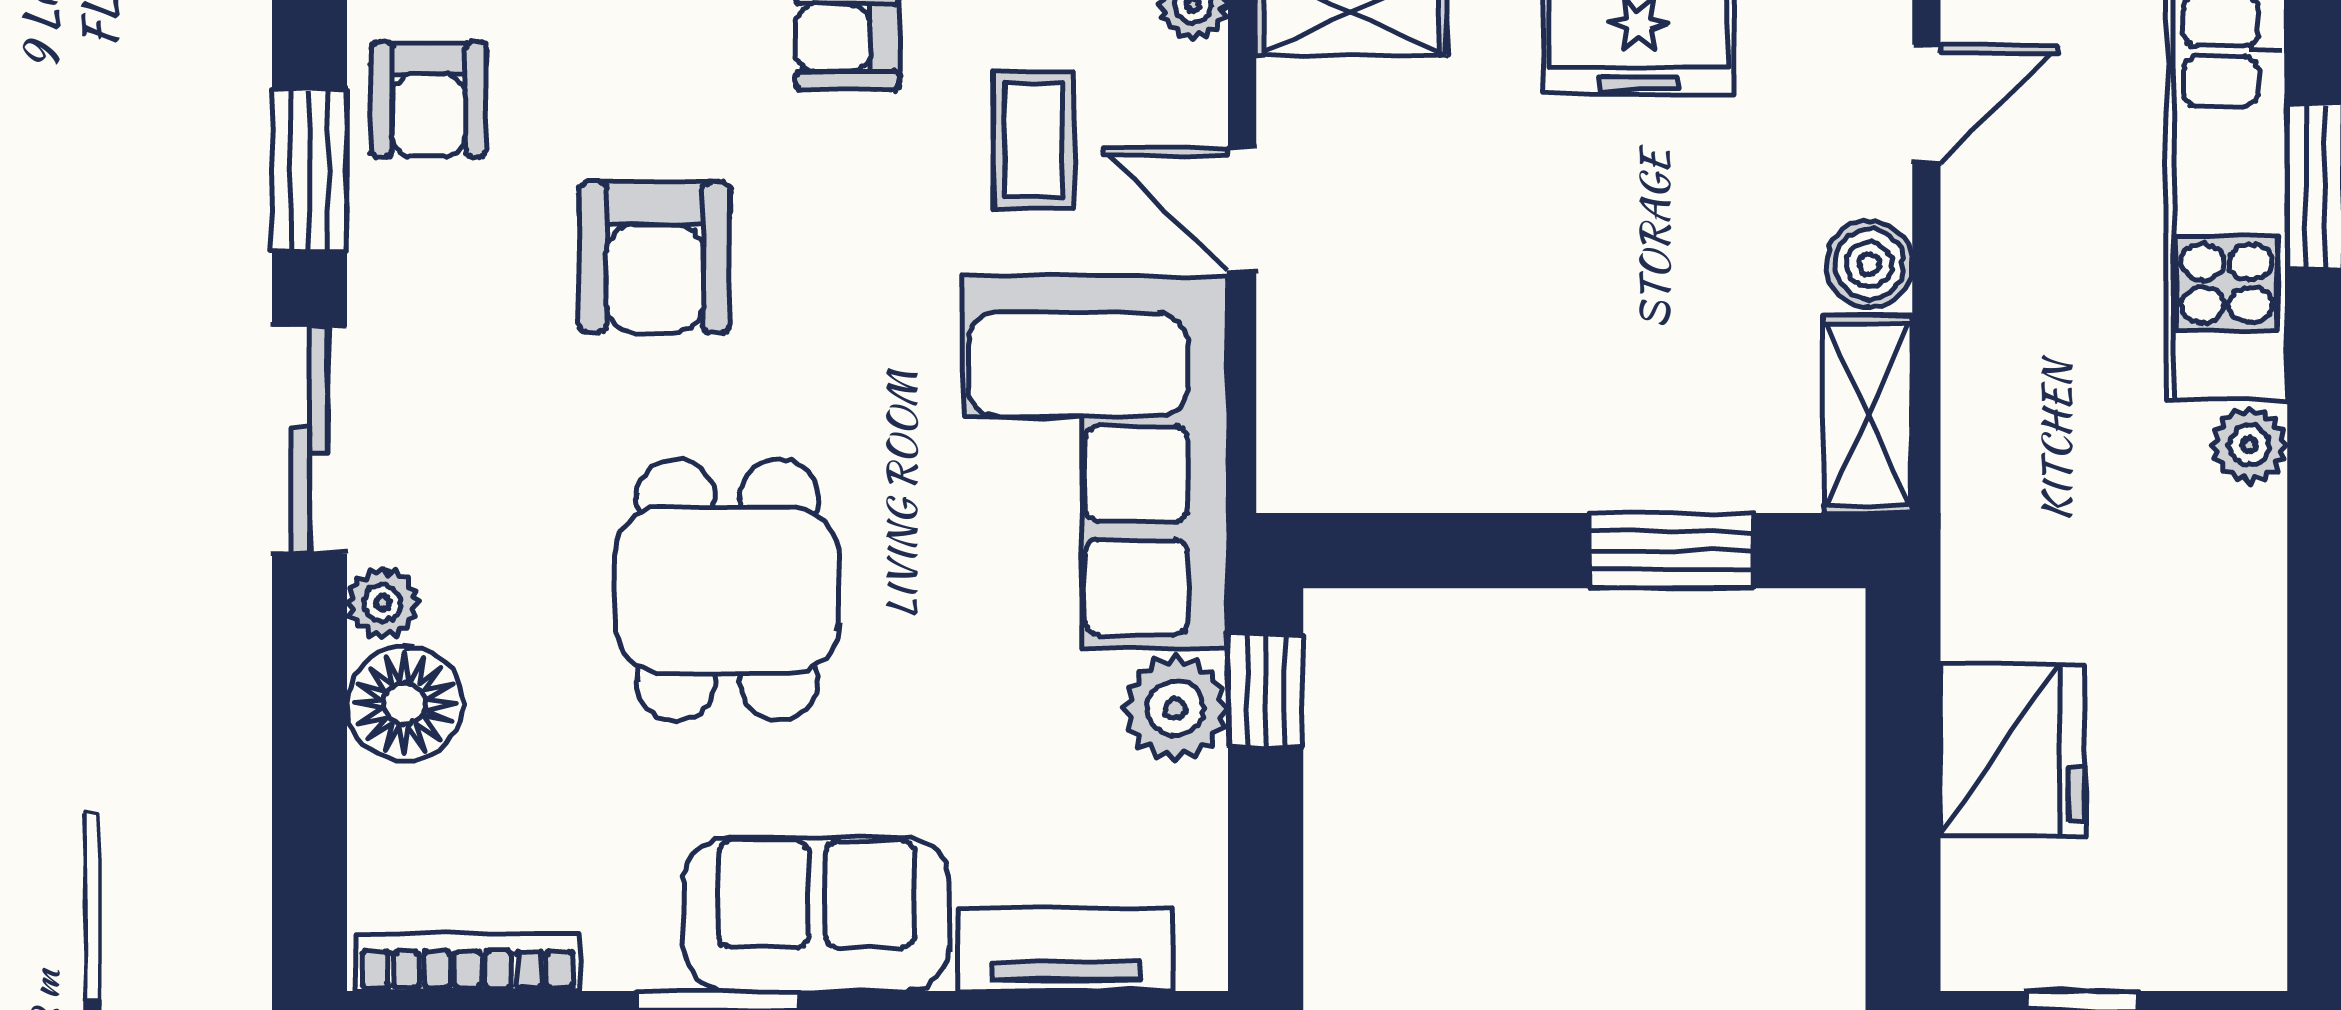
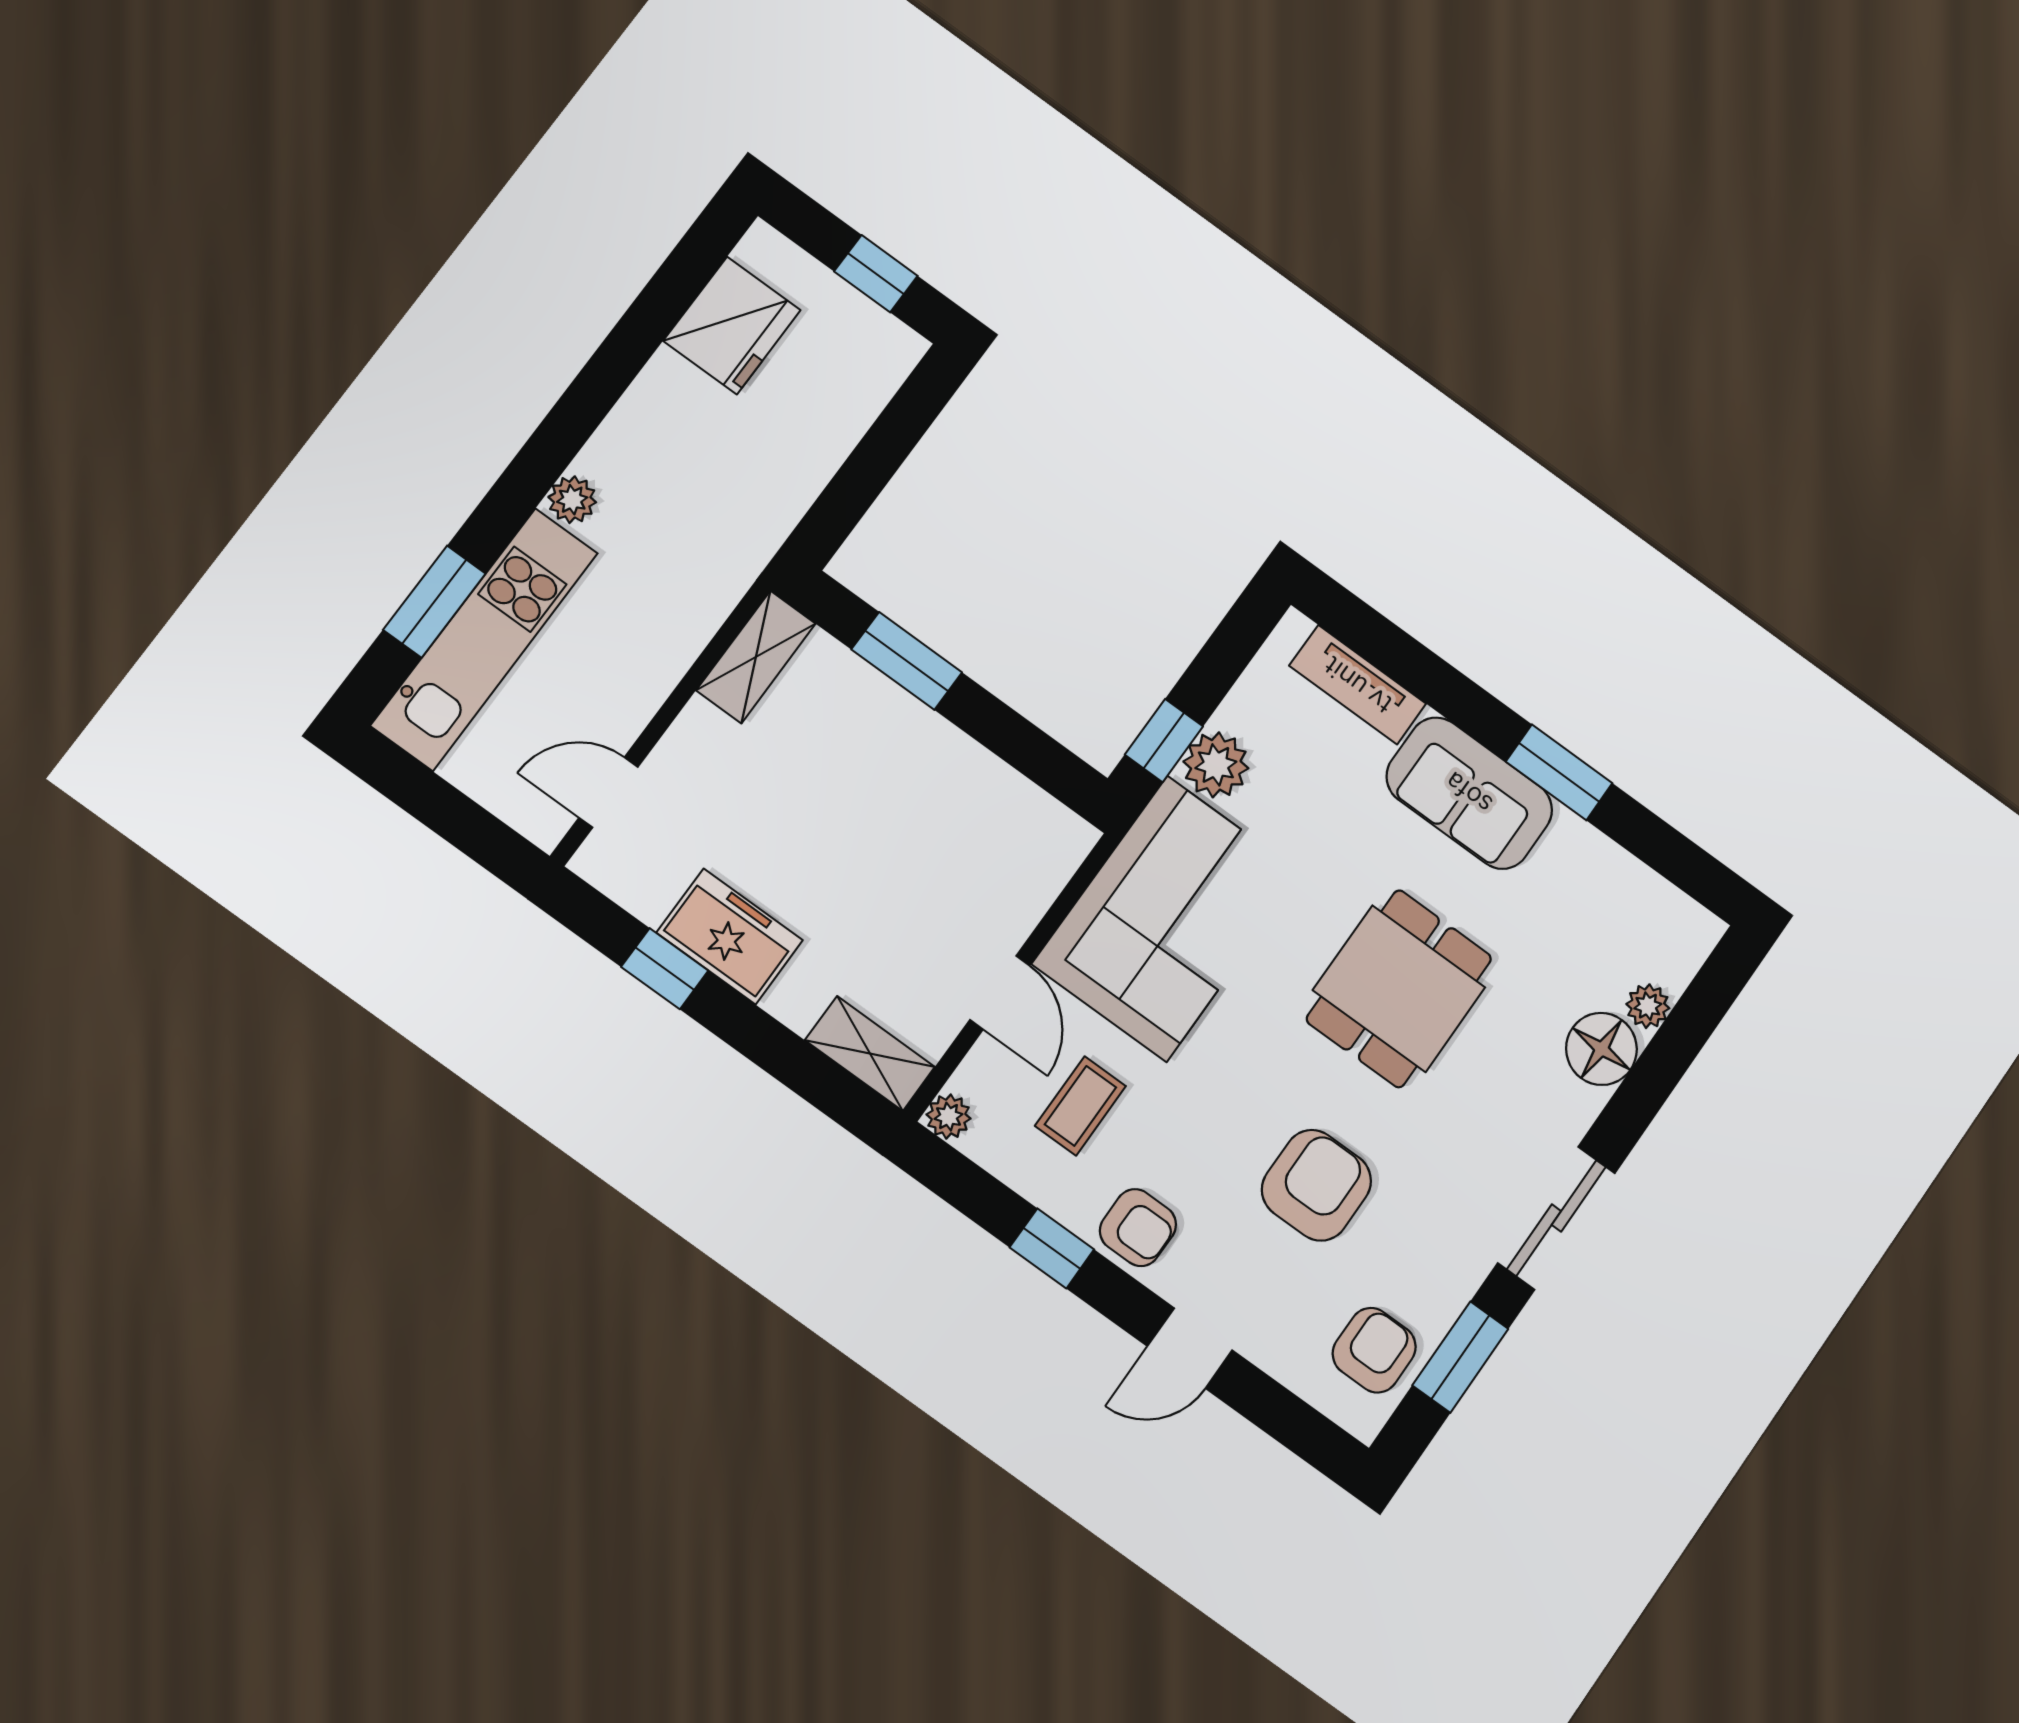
boiler: (1869, 264) -> (699, 732), removed
plant: (383, 603) -> (1648, 1006), moved
fridge: (2013, 750) -> (732, 325), moved, turned 180
bookcase: (468, 963) -> (1660, 896), removed

